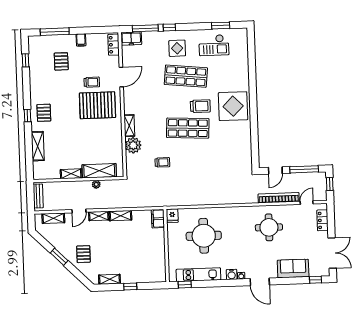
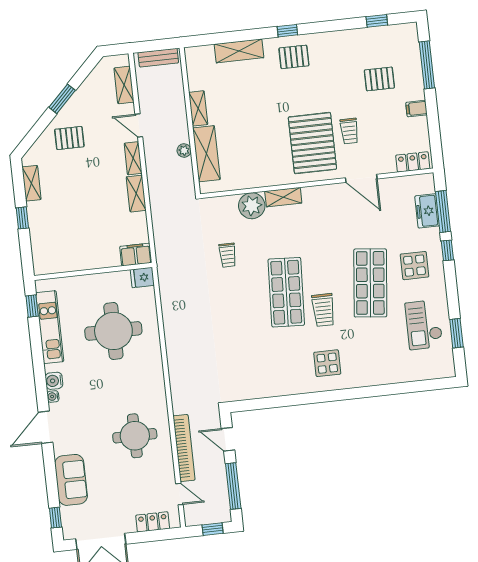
freezer: (131, 39) -> (427, 211), moved
display table: (233, 106) -> (327, 363), width x0.54, depth x0.54

